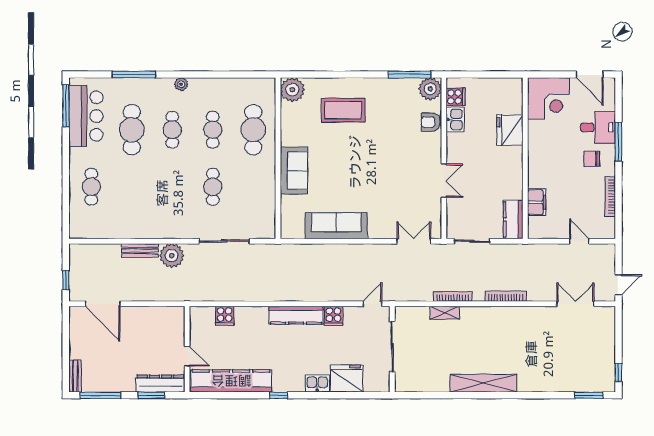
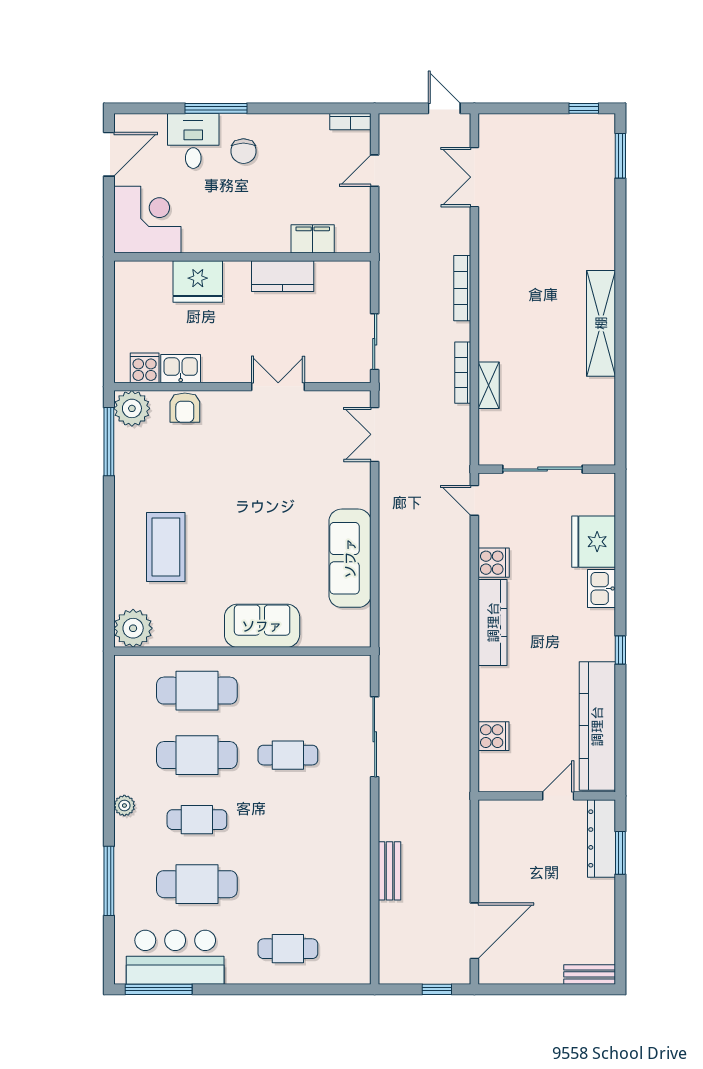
cafe table: (213, 130) -> (197, 755), width x1.37, depth x1.35
bookcase: (610, 197) -> (350, 122), moved, width x0.64
kitchen counter: (513, 219) -> (283, 276), moved
plant: (172, 256) -> (398, 820), removed
window: (100, 395) -> (620, 934), removed

